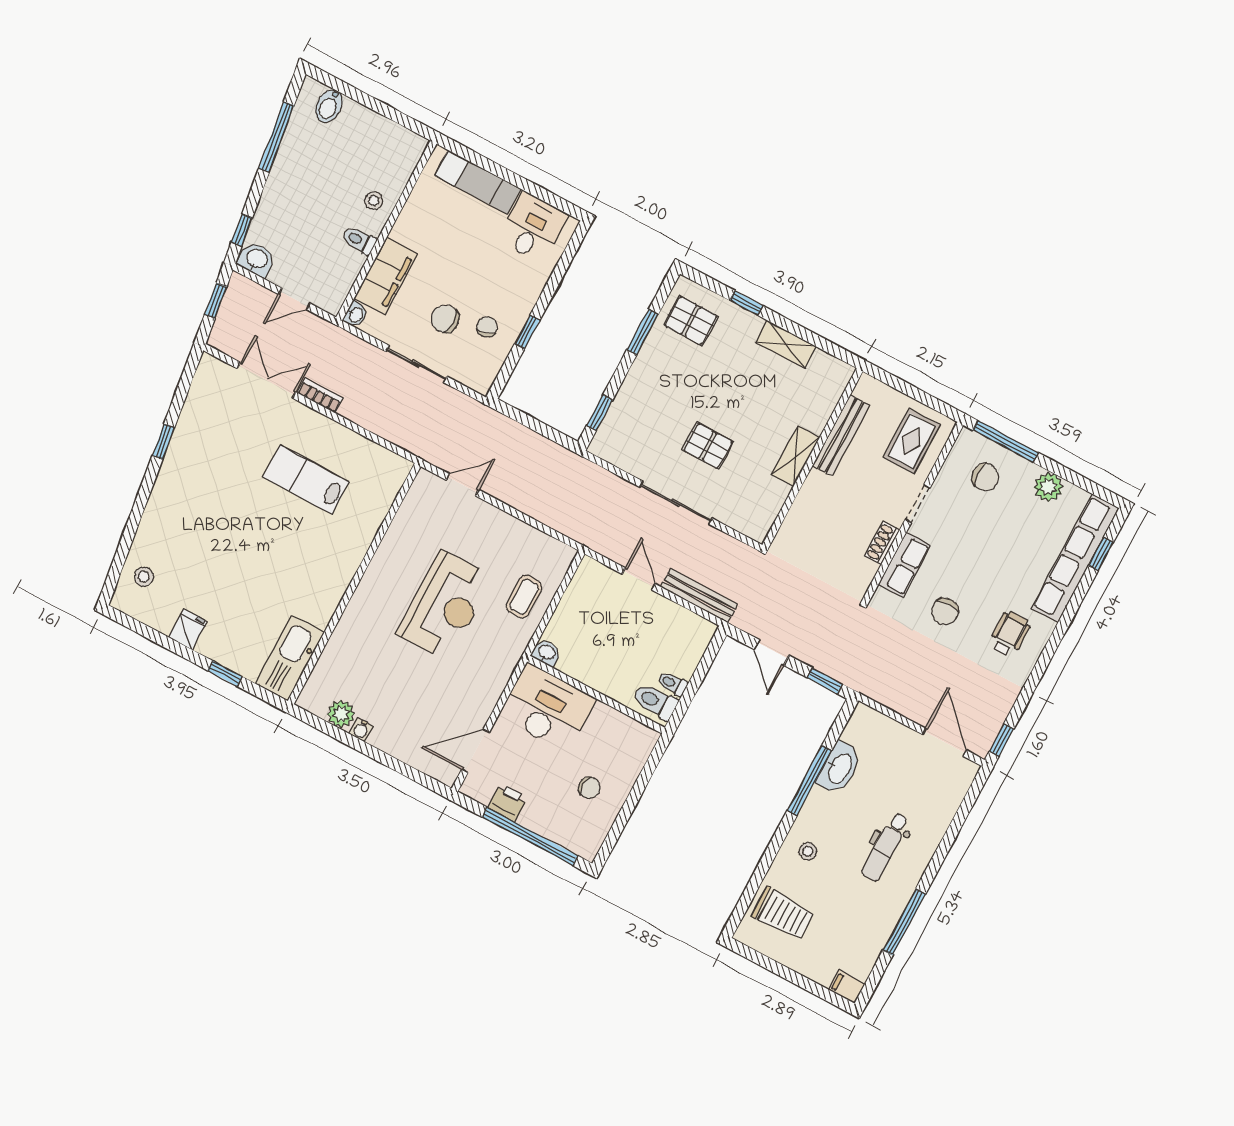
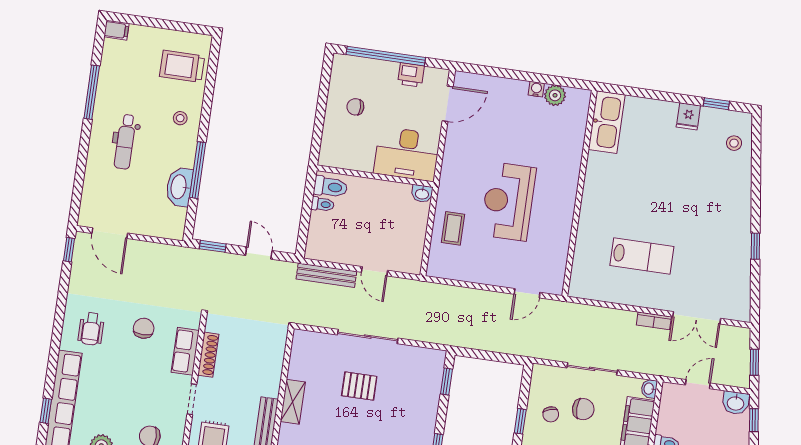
shoe rack: (882, 543) -> (208, 355), width x1.43
window: (225, 673) -> (716, 104), moved
dental chair: (885, 847) -> (125, 142), turned 180

